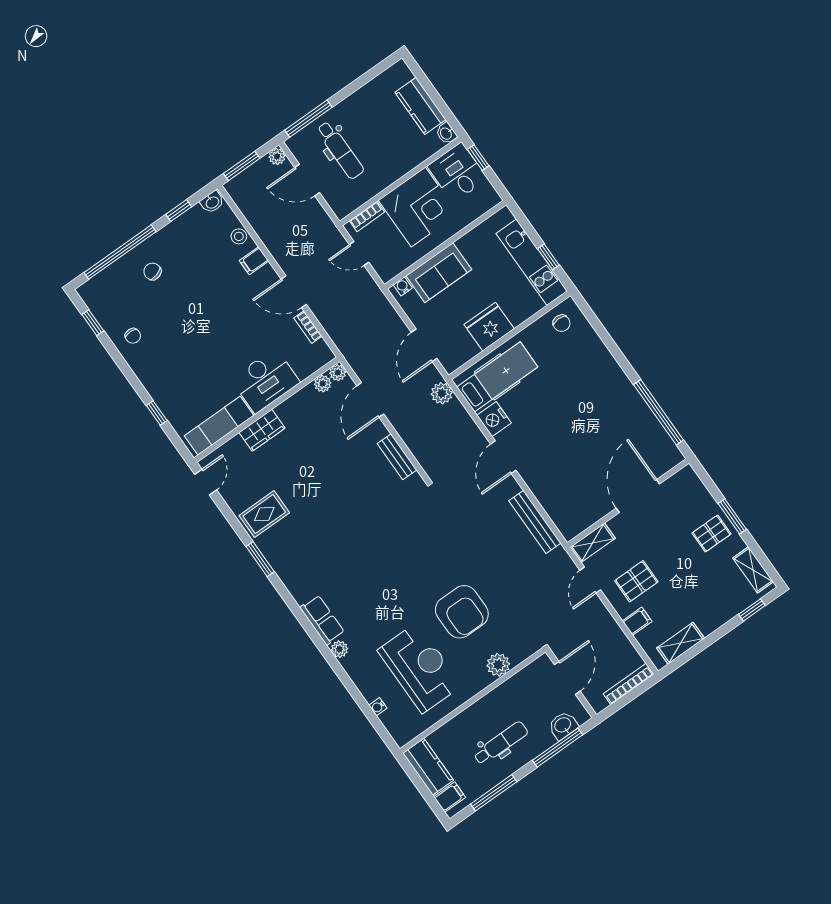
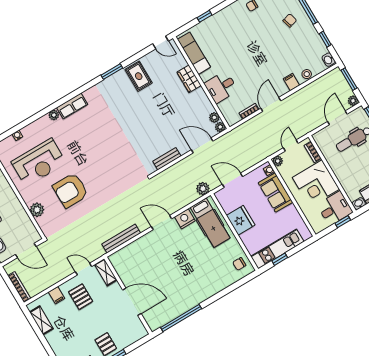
plant: (386, 273) -> (278, 161), added
desk: (265, 381) -> (221, 87), width x0.73

